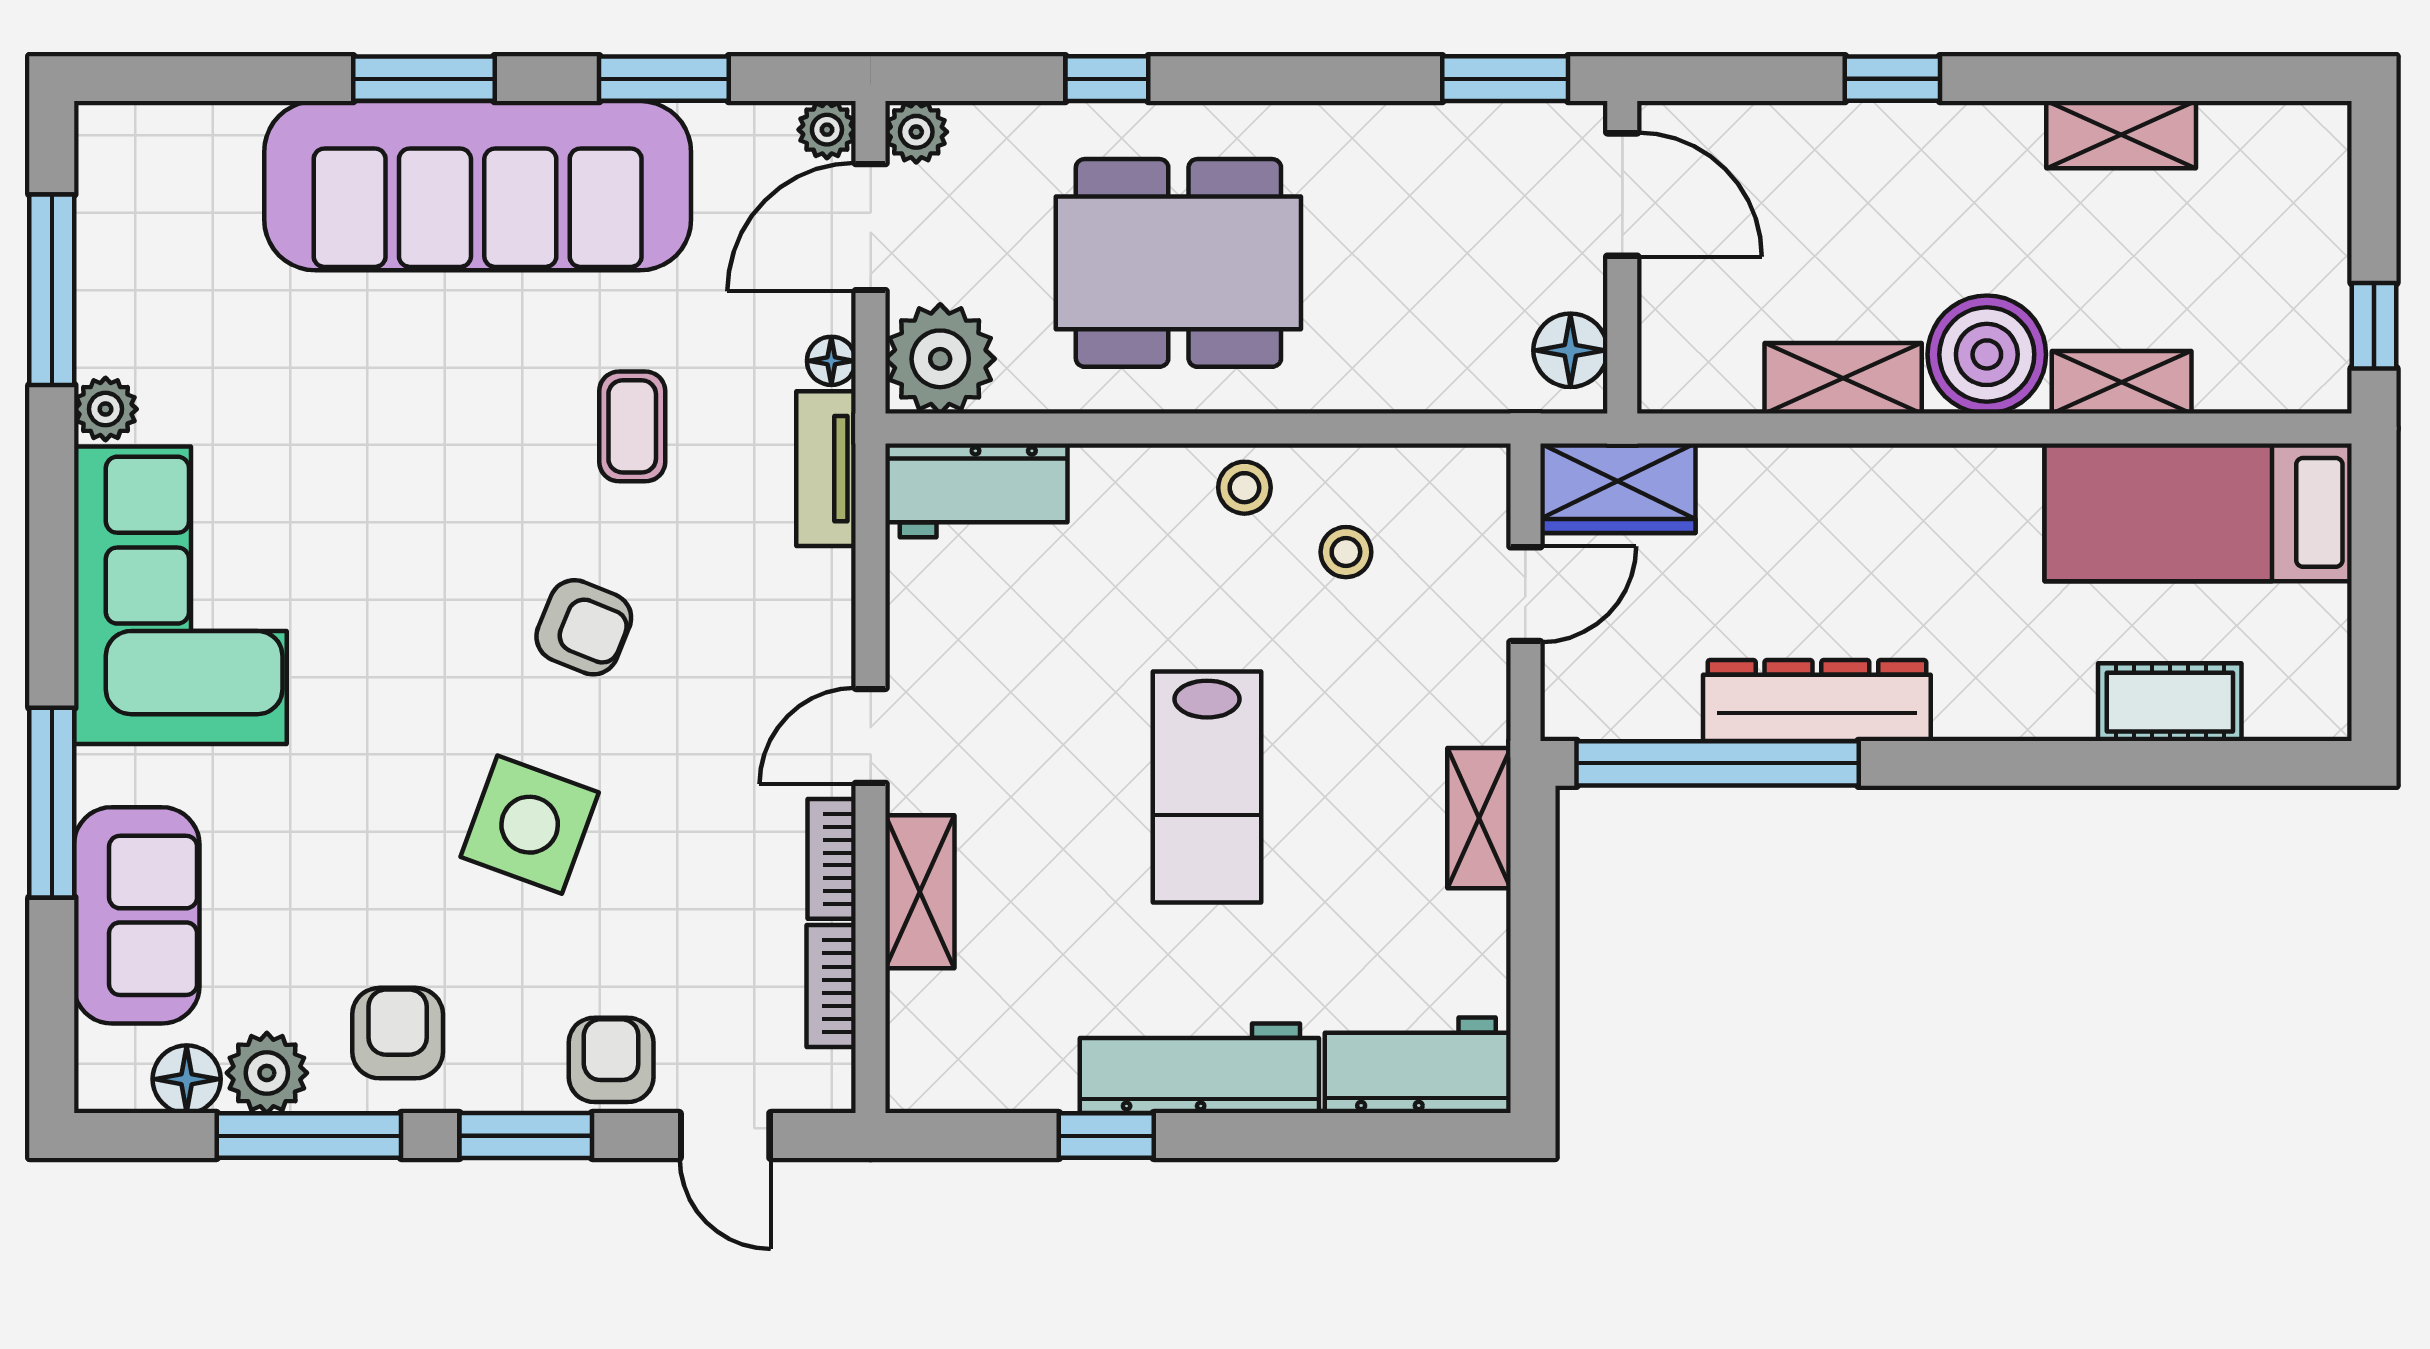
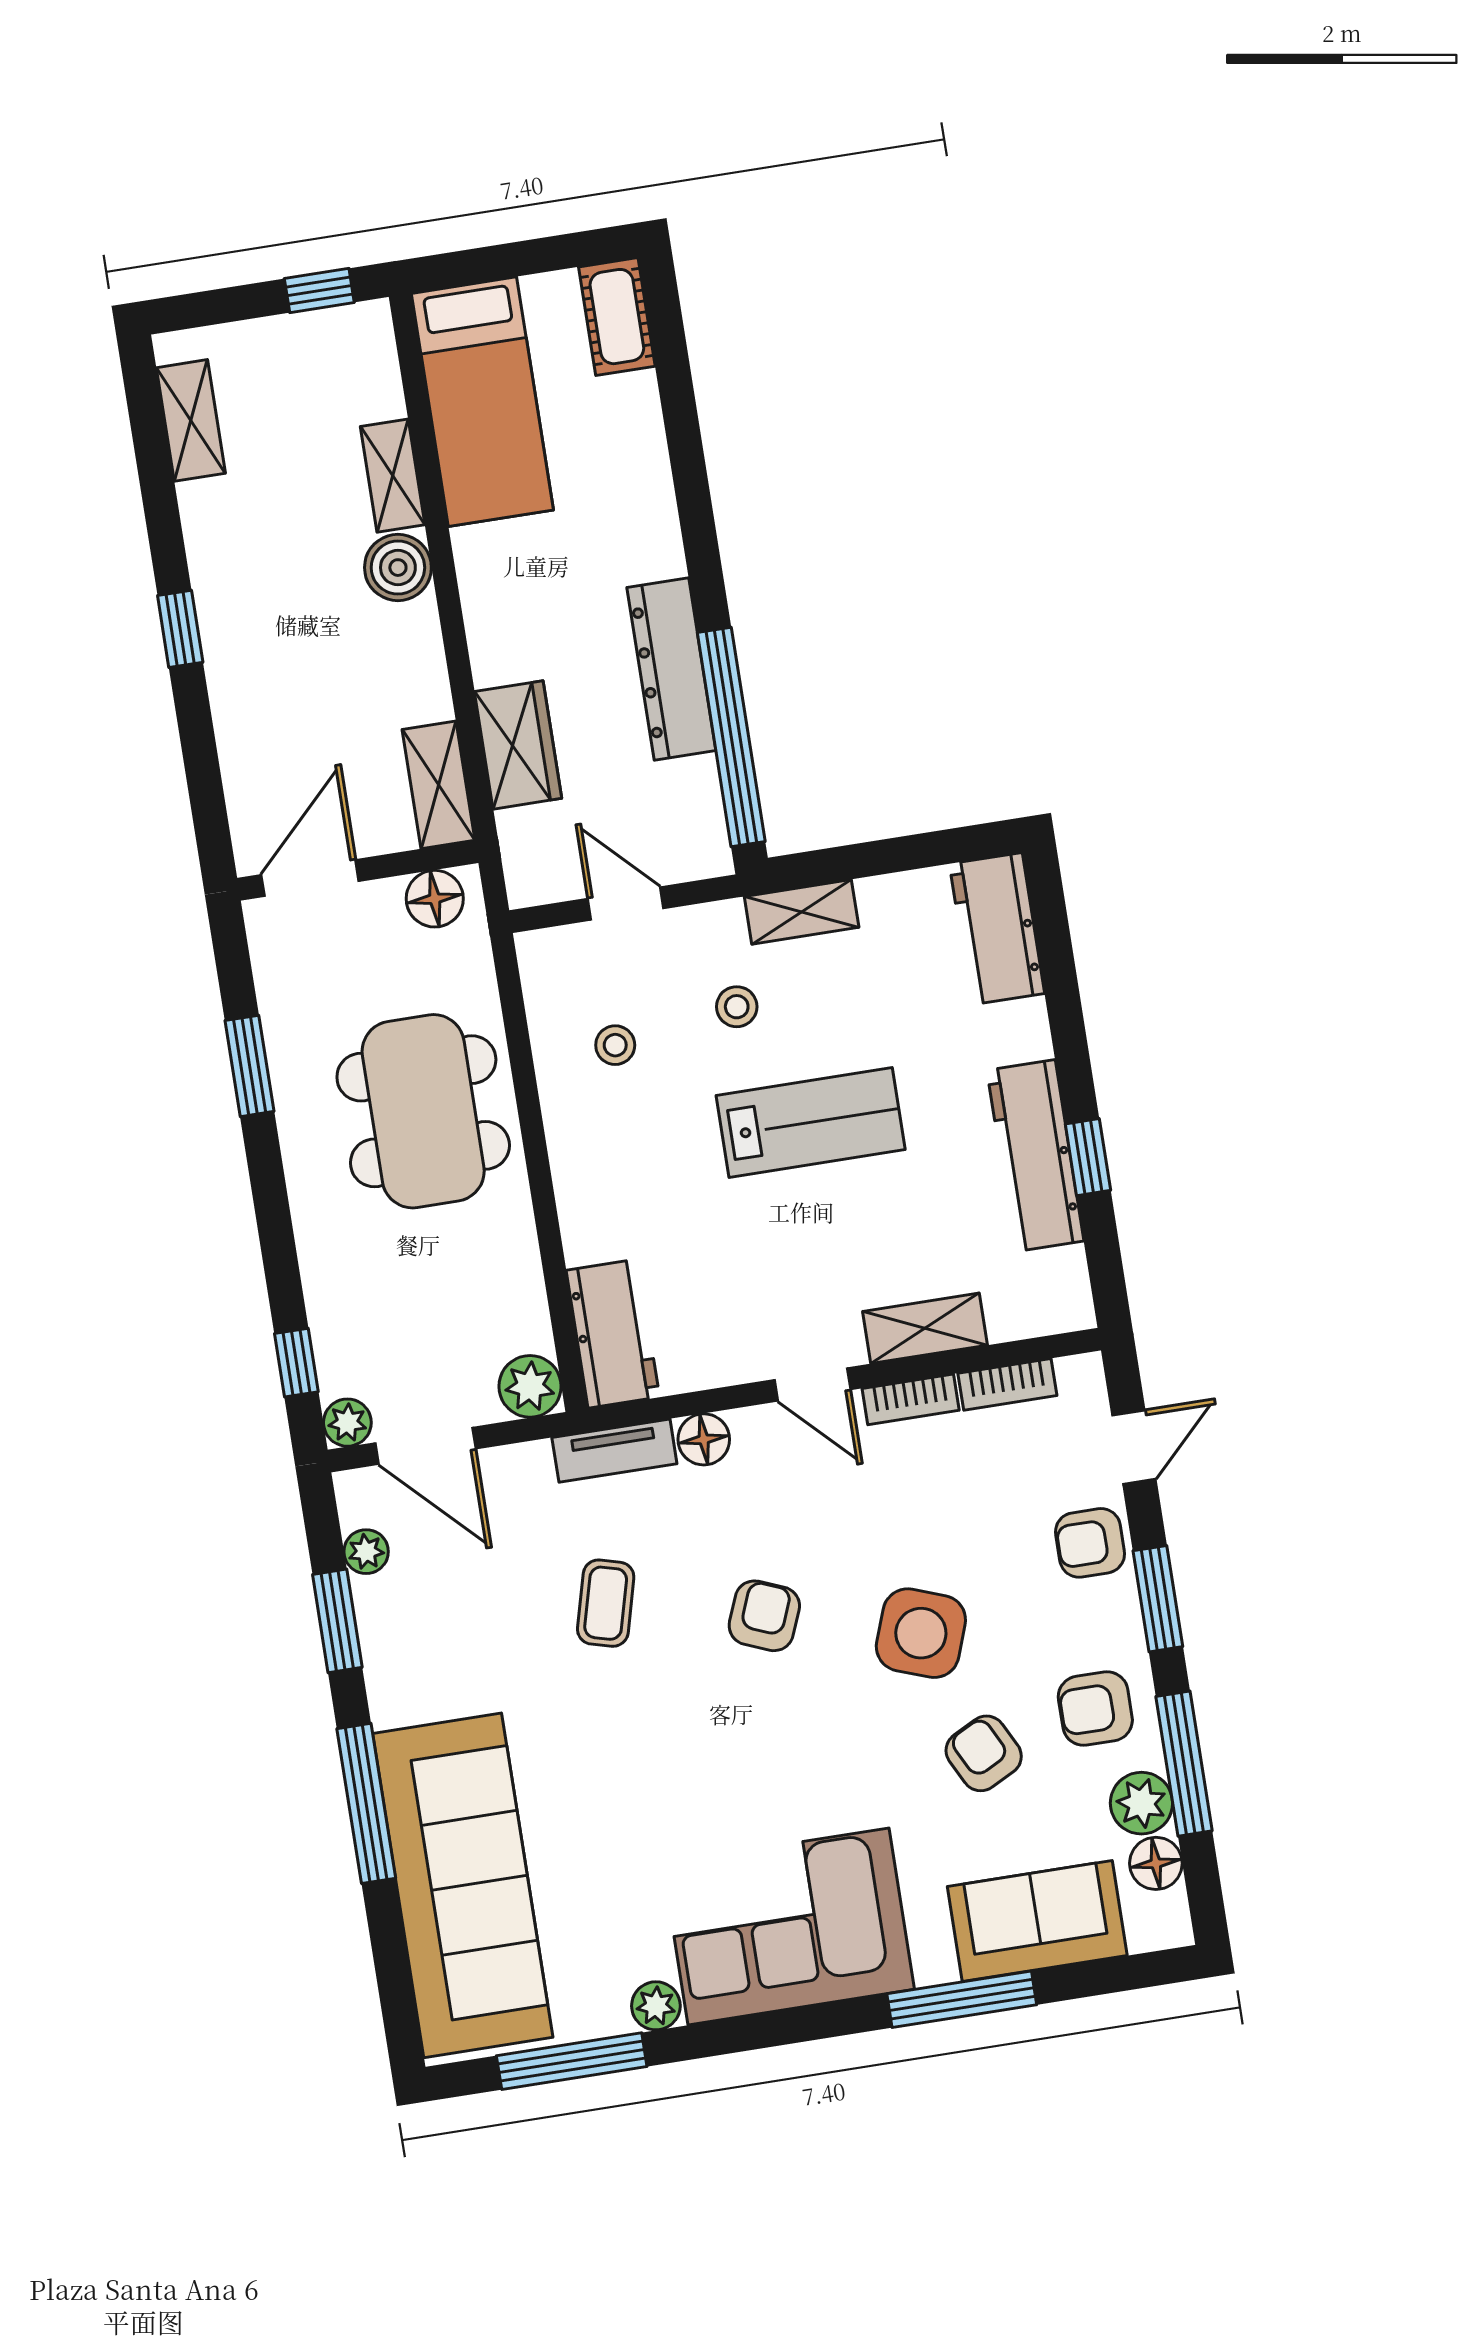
window: (424, 79) -> (366, 1803), width x1.44
window: (1107, 79) -> (296, 1363), moved
window: (1505, 79) -> (249, 1066), moved
window: (1892, 79) -> (180, 629), moved
plant: (827, 130) -> (366, 1552), moved
shelving: (2121, 135) -> (191, 420), moved
sofa: (478, 186) -> (463, 1885), moved
dining table: (1178, 263) -> (423, 1111), moved
boiler: (1987, 354) -> (398, 568), width x0.73, depth x0.73
plant: (940, 359) -> (530, 1386), width x0.73, depth x0.73
floor lamp: (831, 361) -> (704, 1439), moved, width x1.37, depth x1.37
shelving: (1843, 378) -> (439, 785), moved
coffee table: (632, 426) -> (606, 1603), turned -75
stool: (1244, 488) -> (737, 1007), moved
wardrobe: (1618, 488) -> (518, 745), moved
cot: (2170, 702) -> (617, 317), moved
armchair: (363, 881) -> (984, 1753), added
workbench: (1199, 1068) -> (1035, 1156), moved

